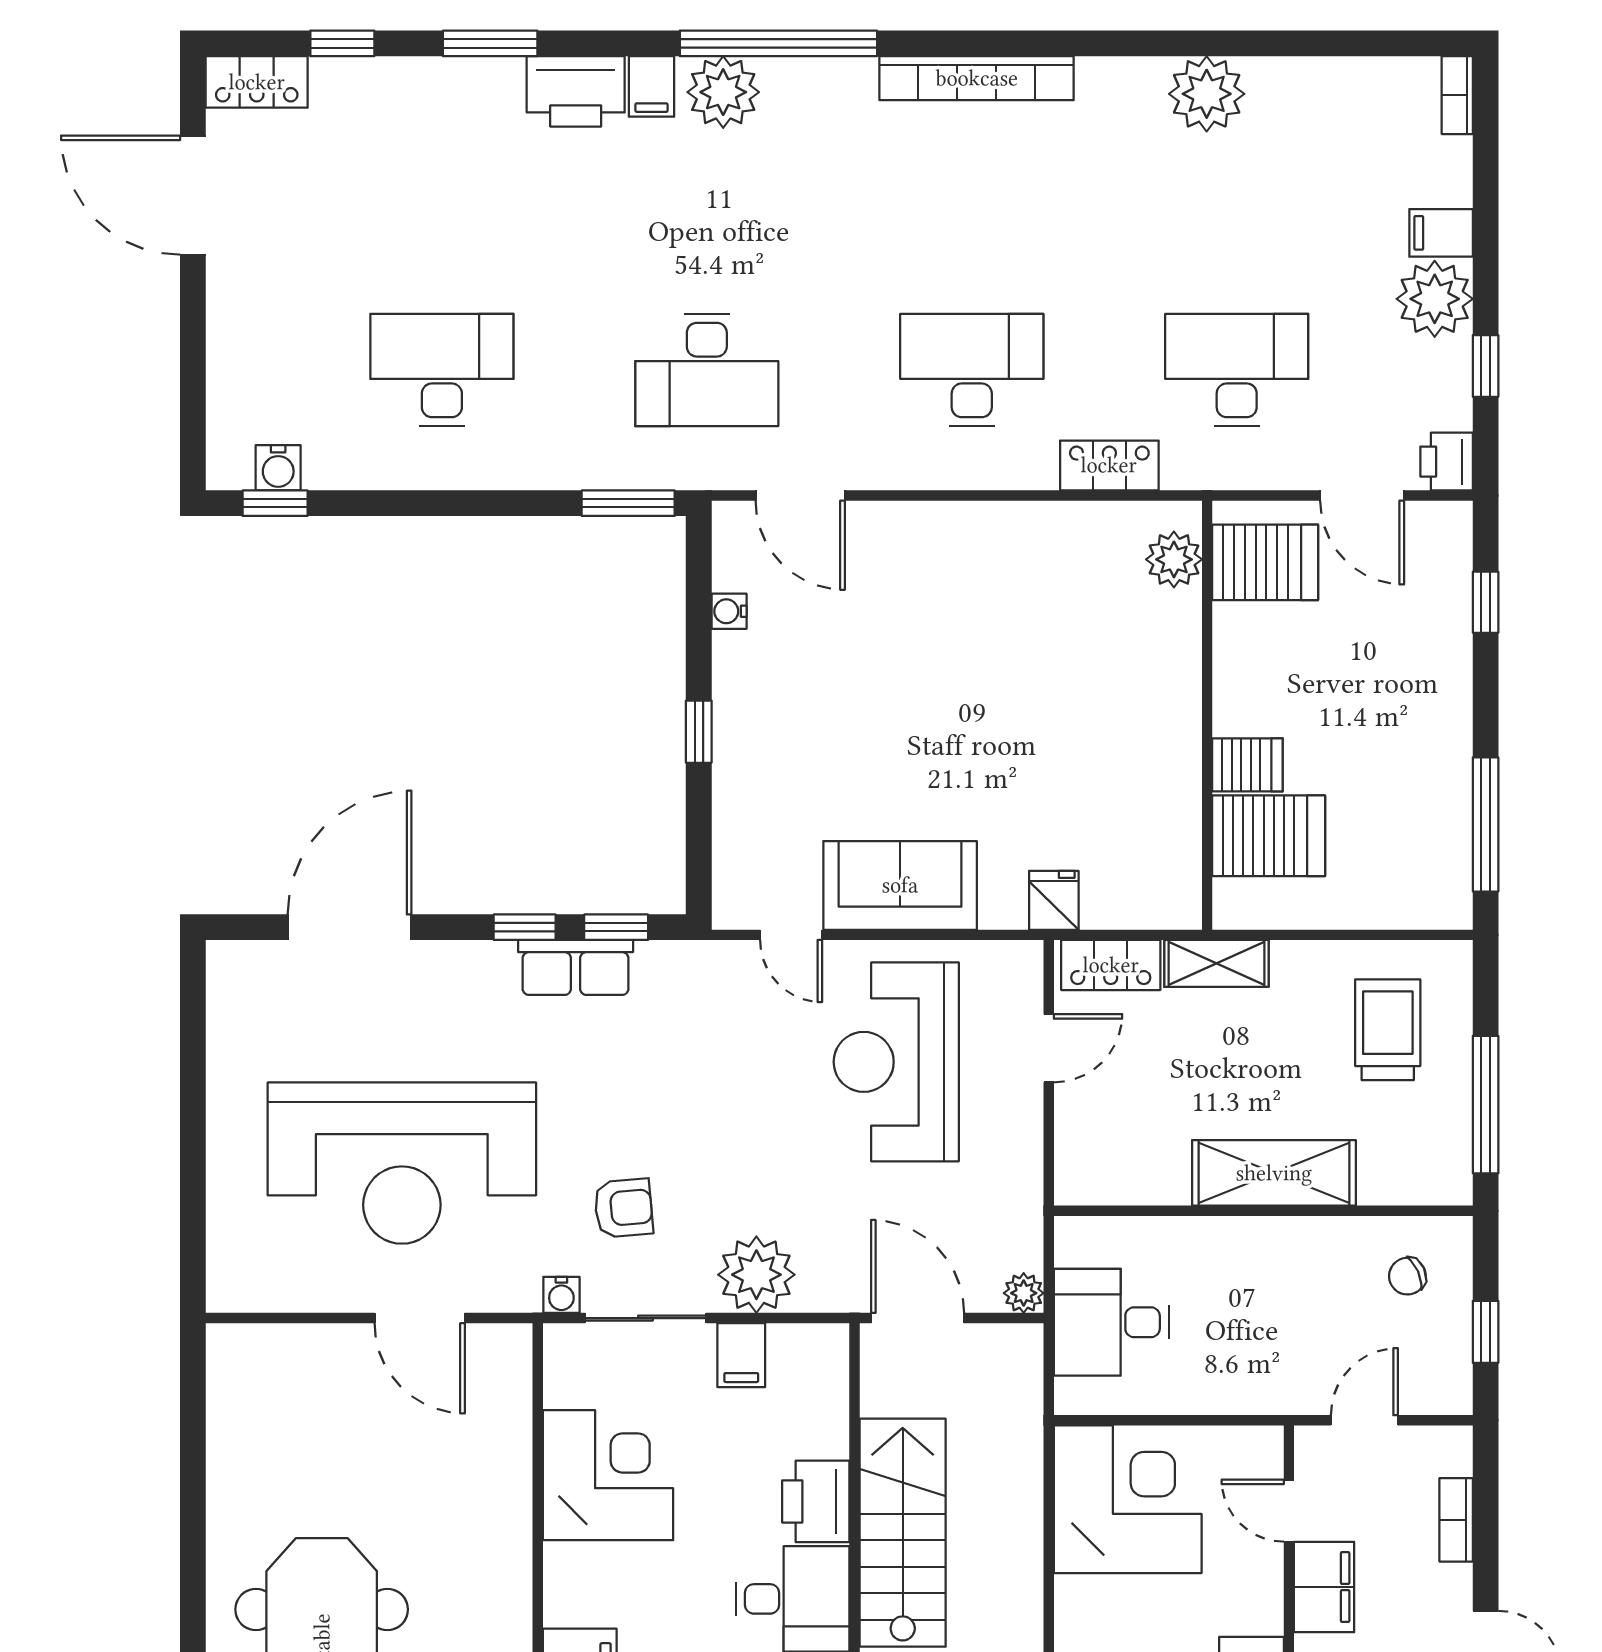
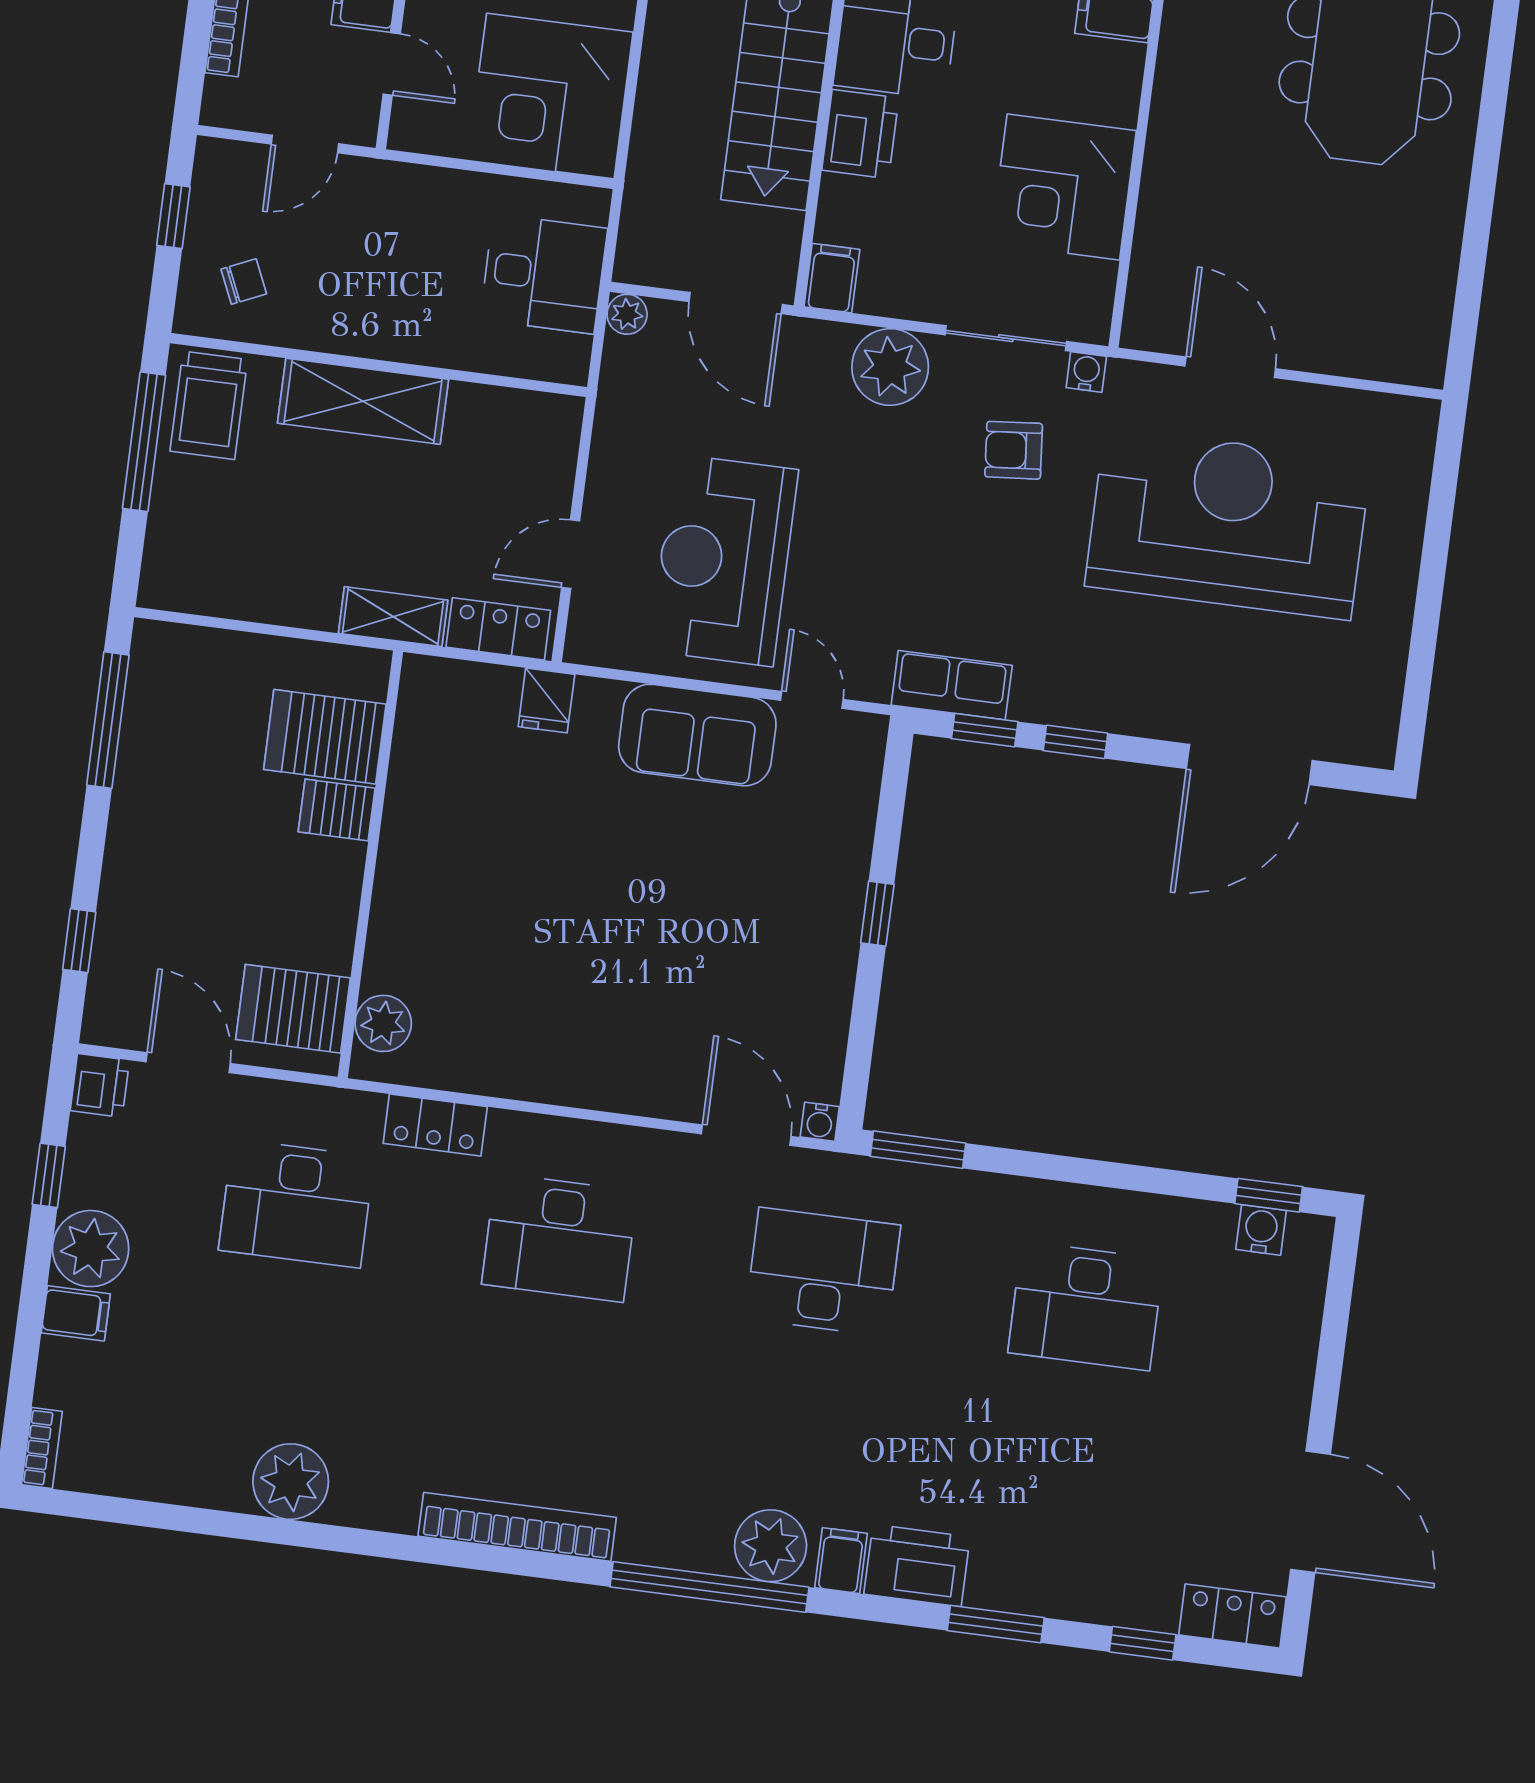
water cooler: (729, 611) -> (820, 1122), moved, turned 90
row of seats: (576, 967) -> (952, 685), moved
trolley: (1388, 1030) -> (209, 405), moved
reception desk: (896, 1062) -> (724, 560), turned 180
filing cabinet: (741, 1355) -> (832, 278), moved

